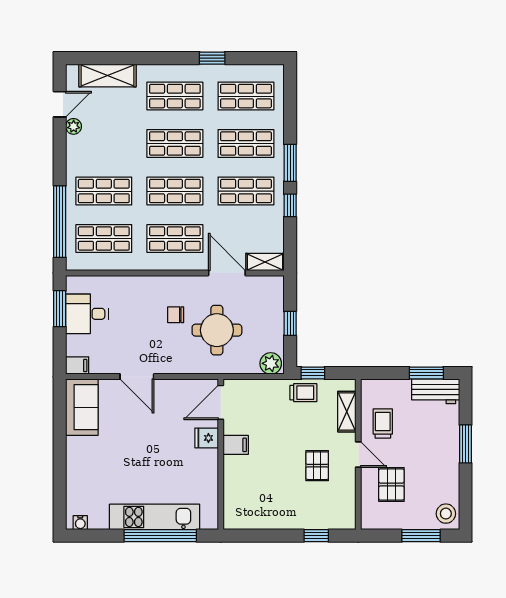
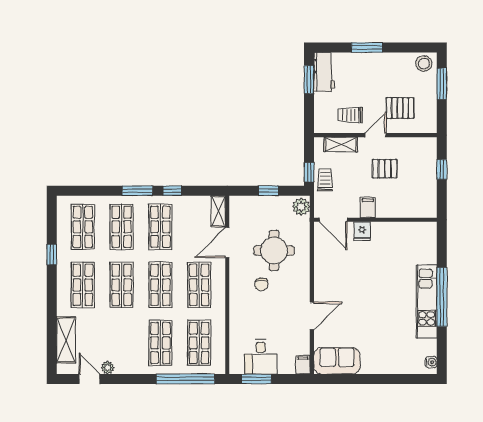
door: (221, 402) -> (333, 220), moved
fridge: (207, 438) -> (362, 231), moved
filing cabinet: (236, 445) -> (368, 207), moved
wall: (221, 454) -> (375, 220), moved

